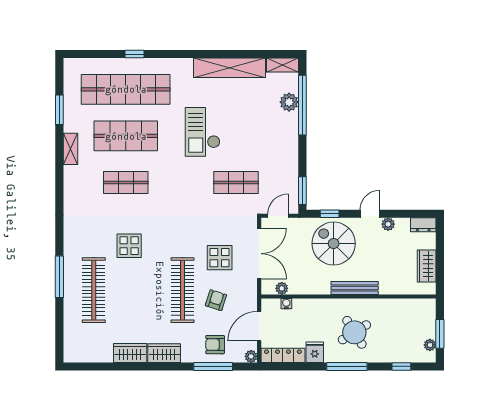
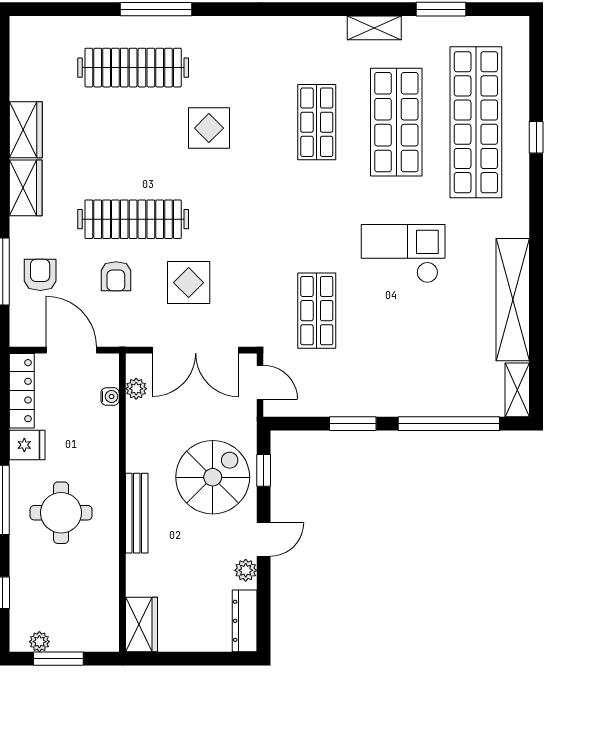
plant: (289, 102) -> (454, 401), removed
window: (302, 191) -> (353, 424), moved
door: (370, 214) -> (264, 539), hinge flipped
dresser: (423, 225) -> (245, 621), width x1.44
wardrobe: (427, 266) -> (141, 624), moved, turned 90
armchair: (216, 300) -> (116, 276), turned 72
round table: (354, 332) -> (61, 513), turned 32
plant: (251, 356) -> (20, 336), removed

